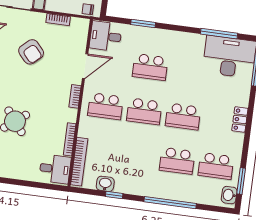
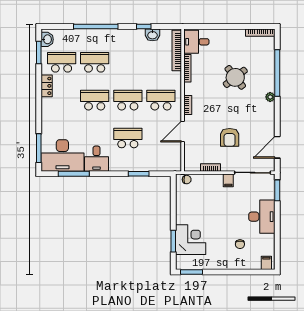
desk: (106, 36) -> (97, 159), moved, turned 90
armchair: (31, 52) -> (230, 137), turned -138
locker: (240, 120) -> (47, 86), moved

